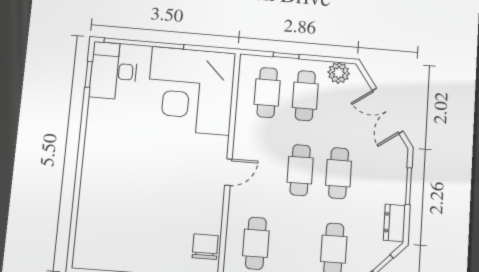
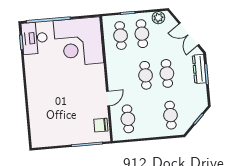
door: (228, 172) -> (108, 98), moved
dresser: (394, 223) -> (199, 69), moved, width x1.44
chair: (205, 247) -> (101, 125), turned -90

